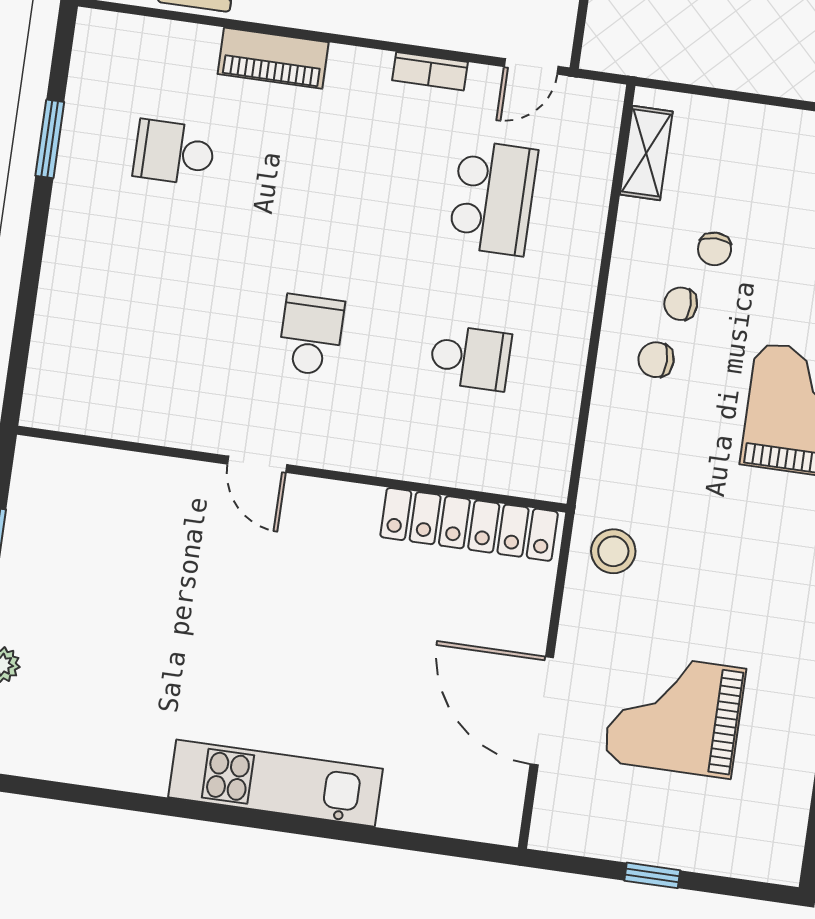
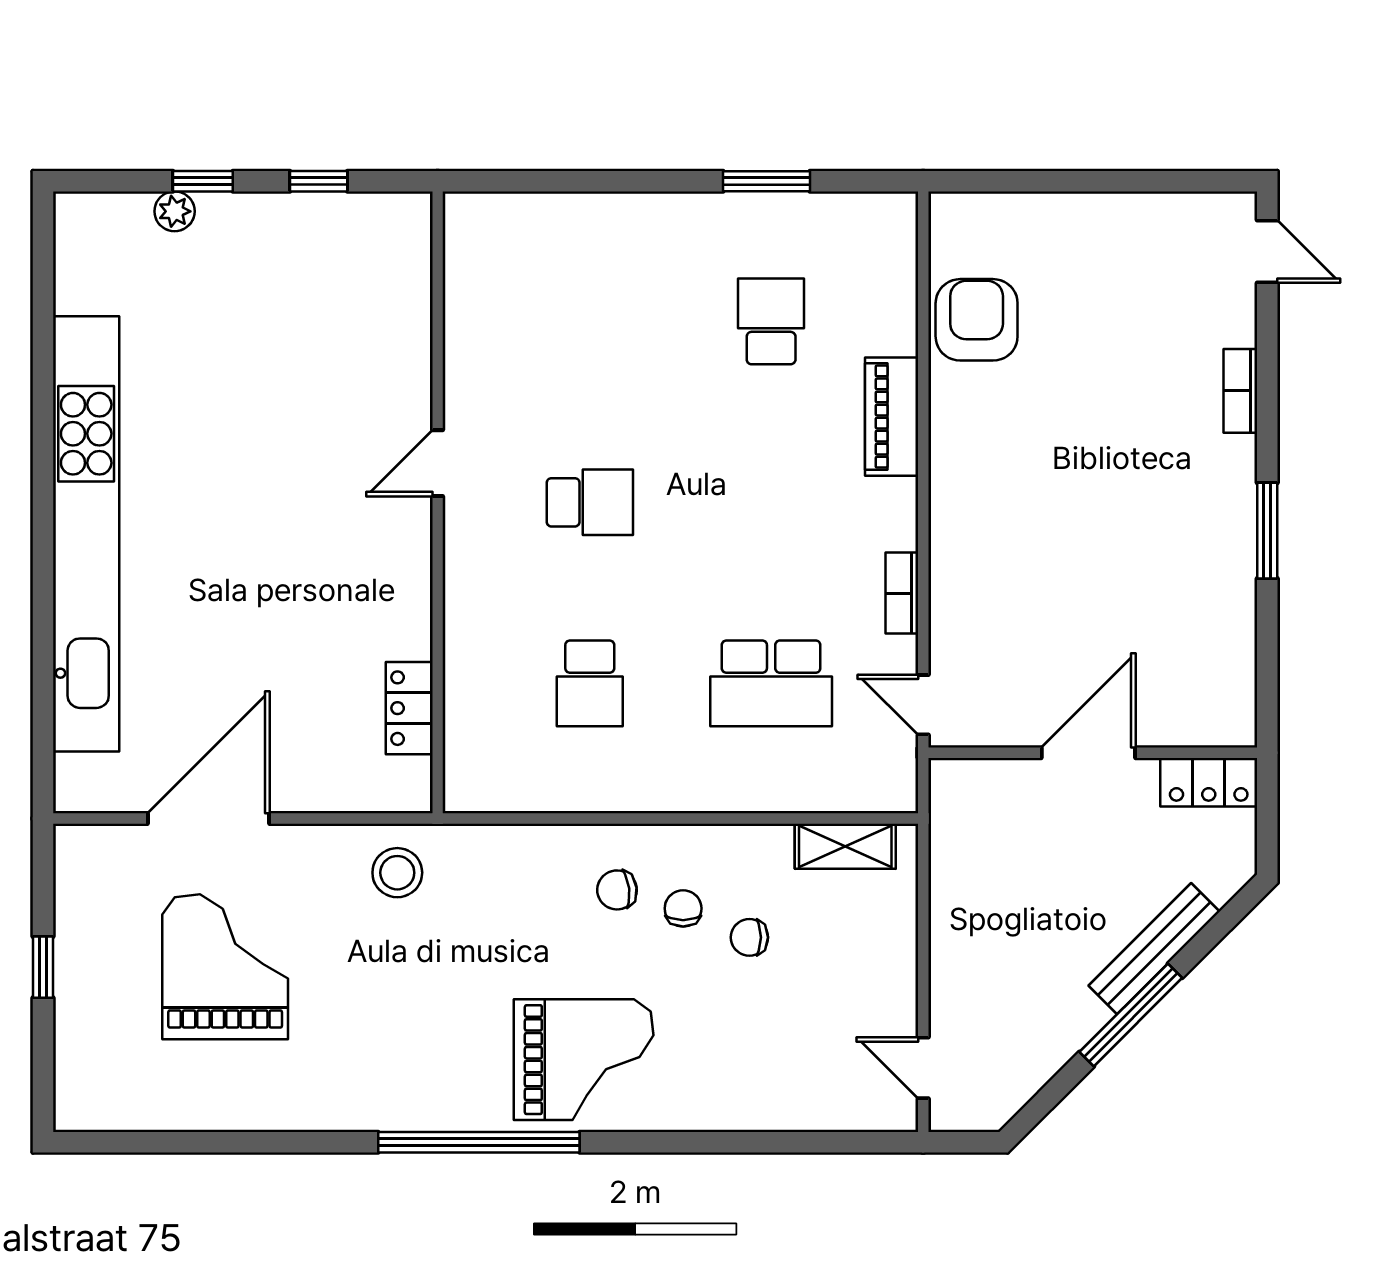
chair: (656, 360) -> (617, 890), turned -97
locker: (469, 524) -> (409, 708), width x0.46, depth x0.83
kitchen unit: (275, 783) -> (86, 534), width x1.86

